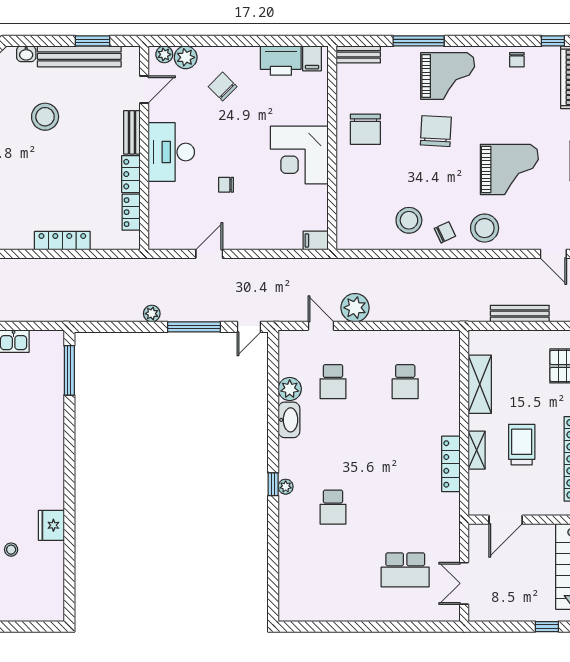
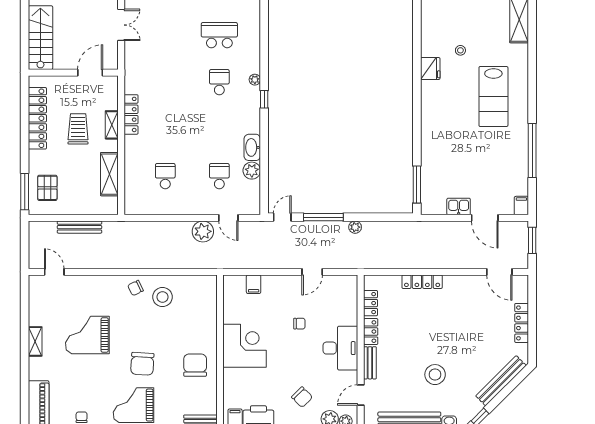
stool: (485, 228) -> (106, 291), removed
filing cabinet: (316, 240) -> (254, 284), moved, turned 90
trolley: (522, 445) -> (78, 129), turned 180
plant: (286, 487) -> (255, 80), moved
school desk: (405, 570) -> (219, 35), moved

